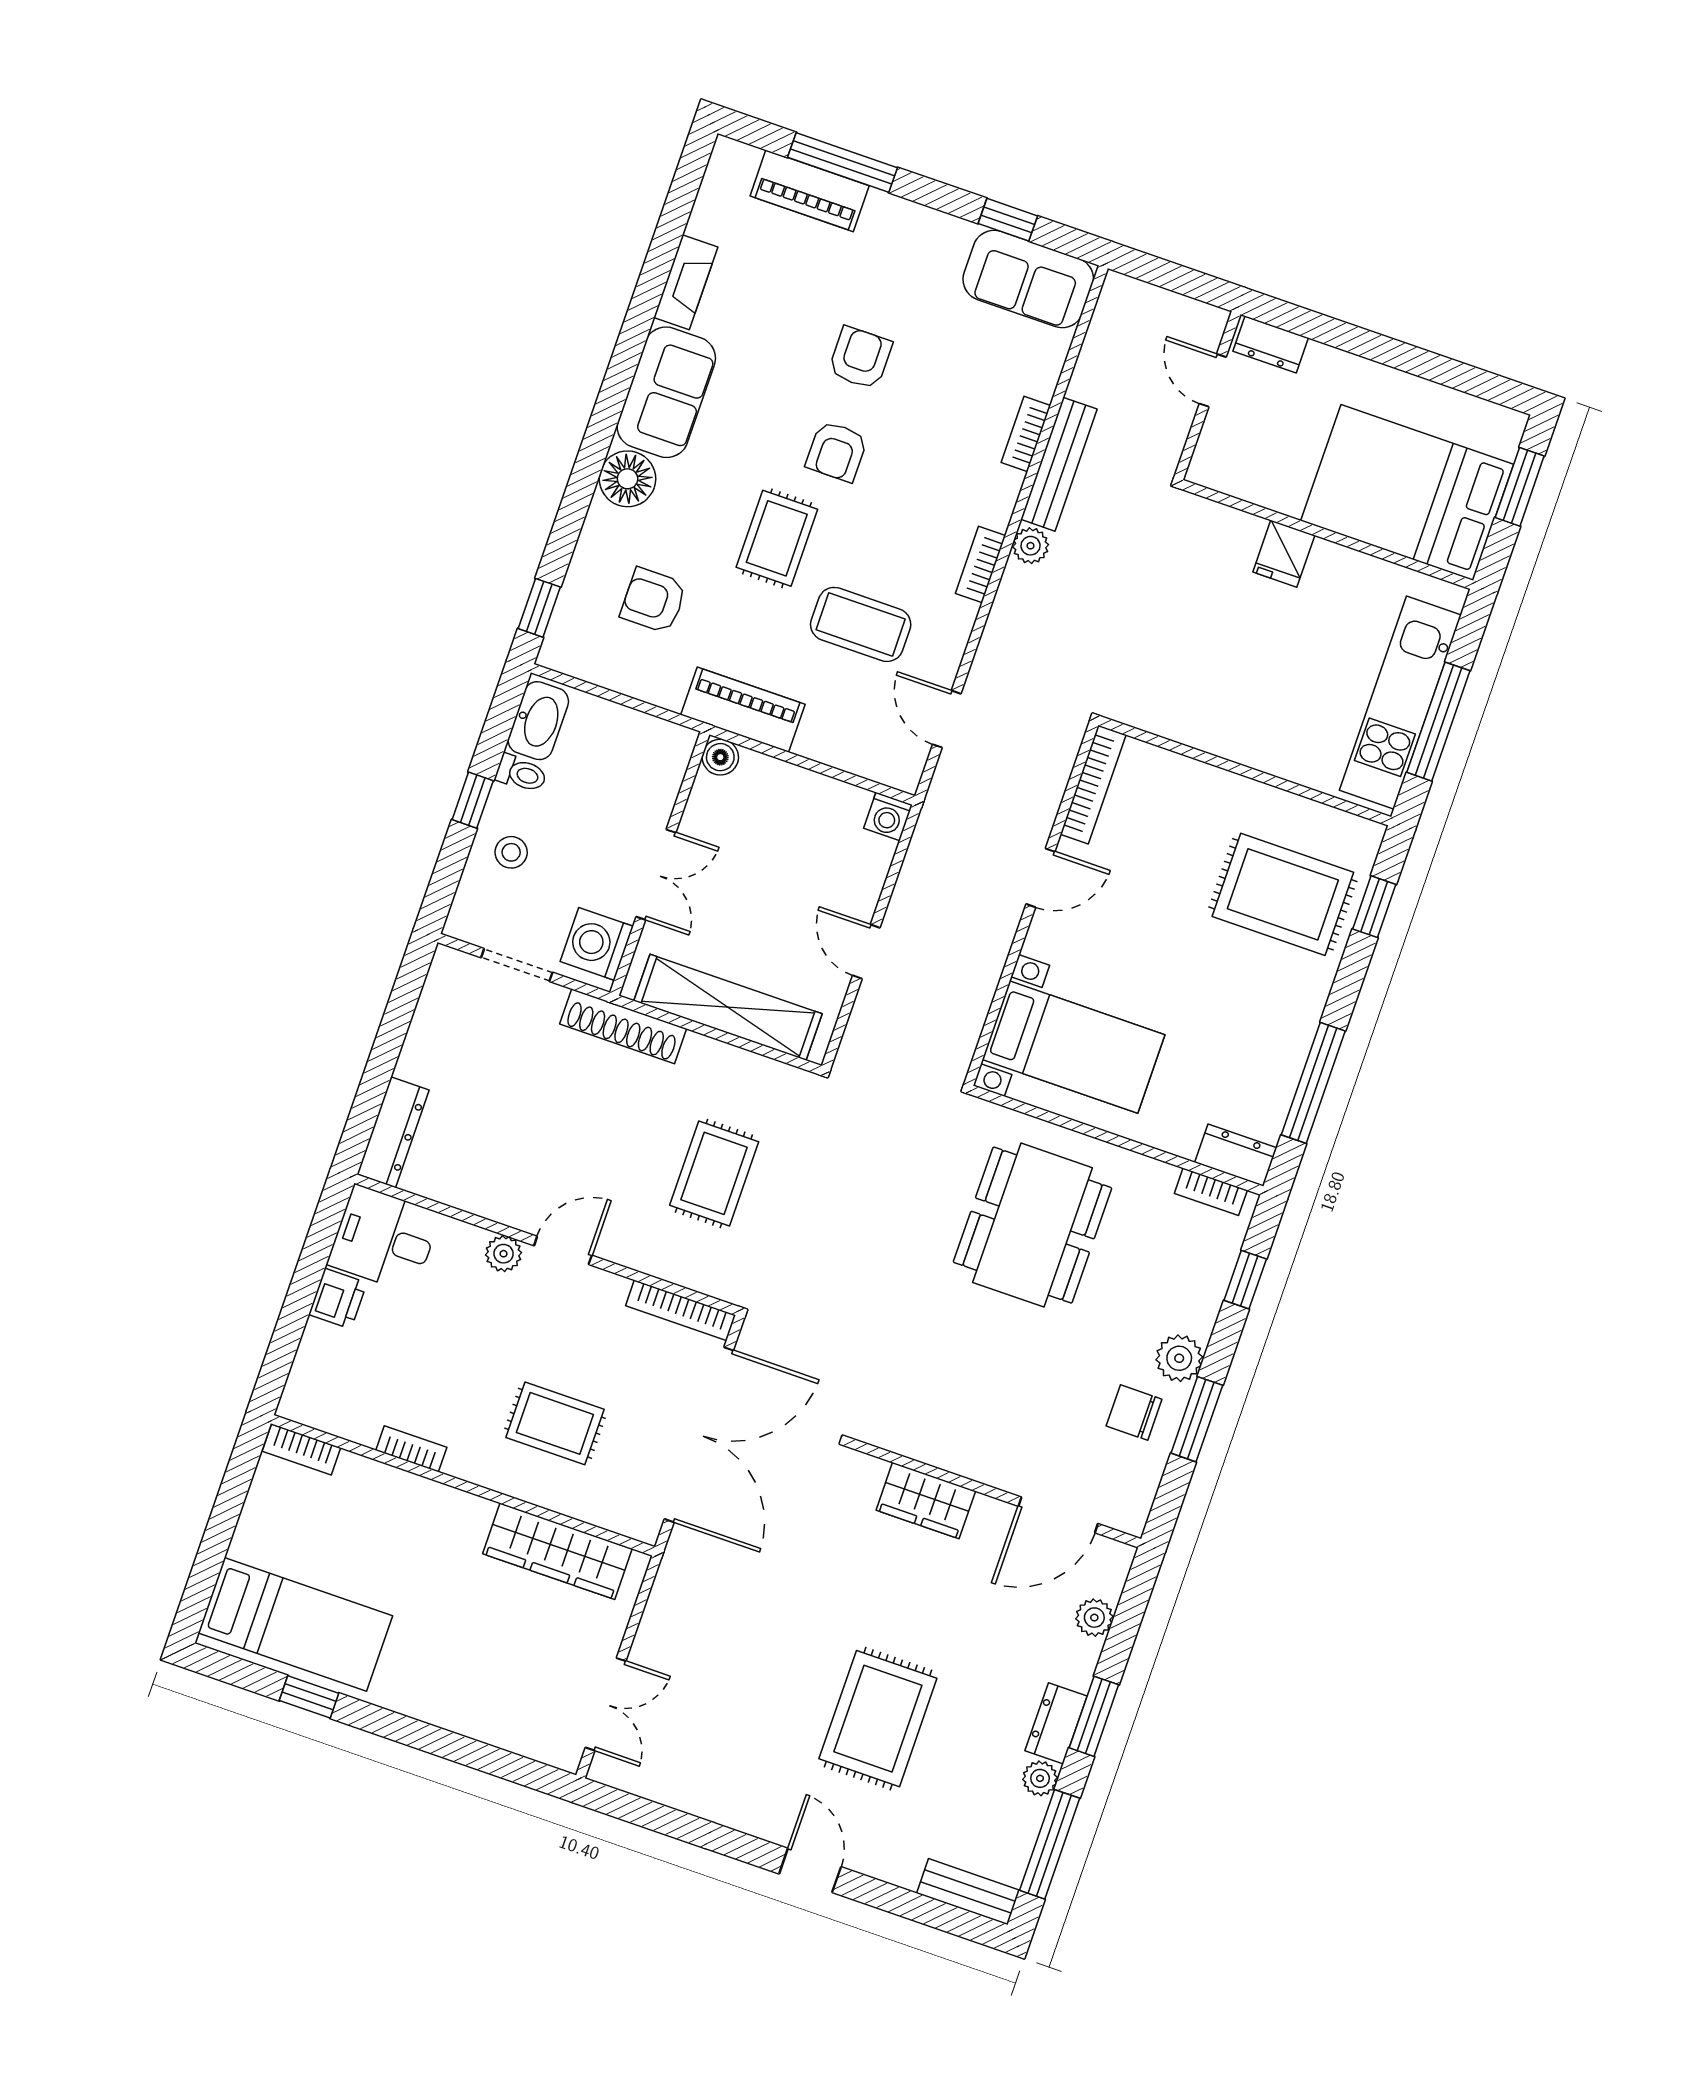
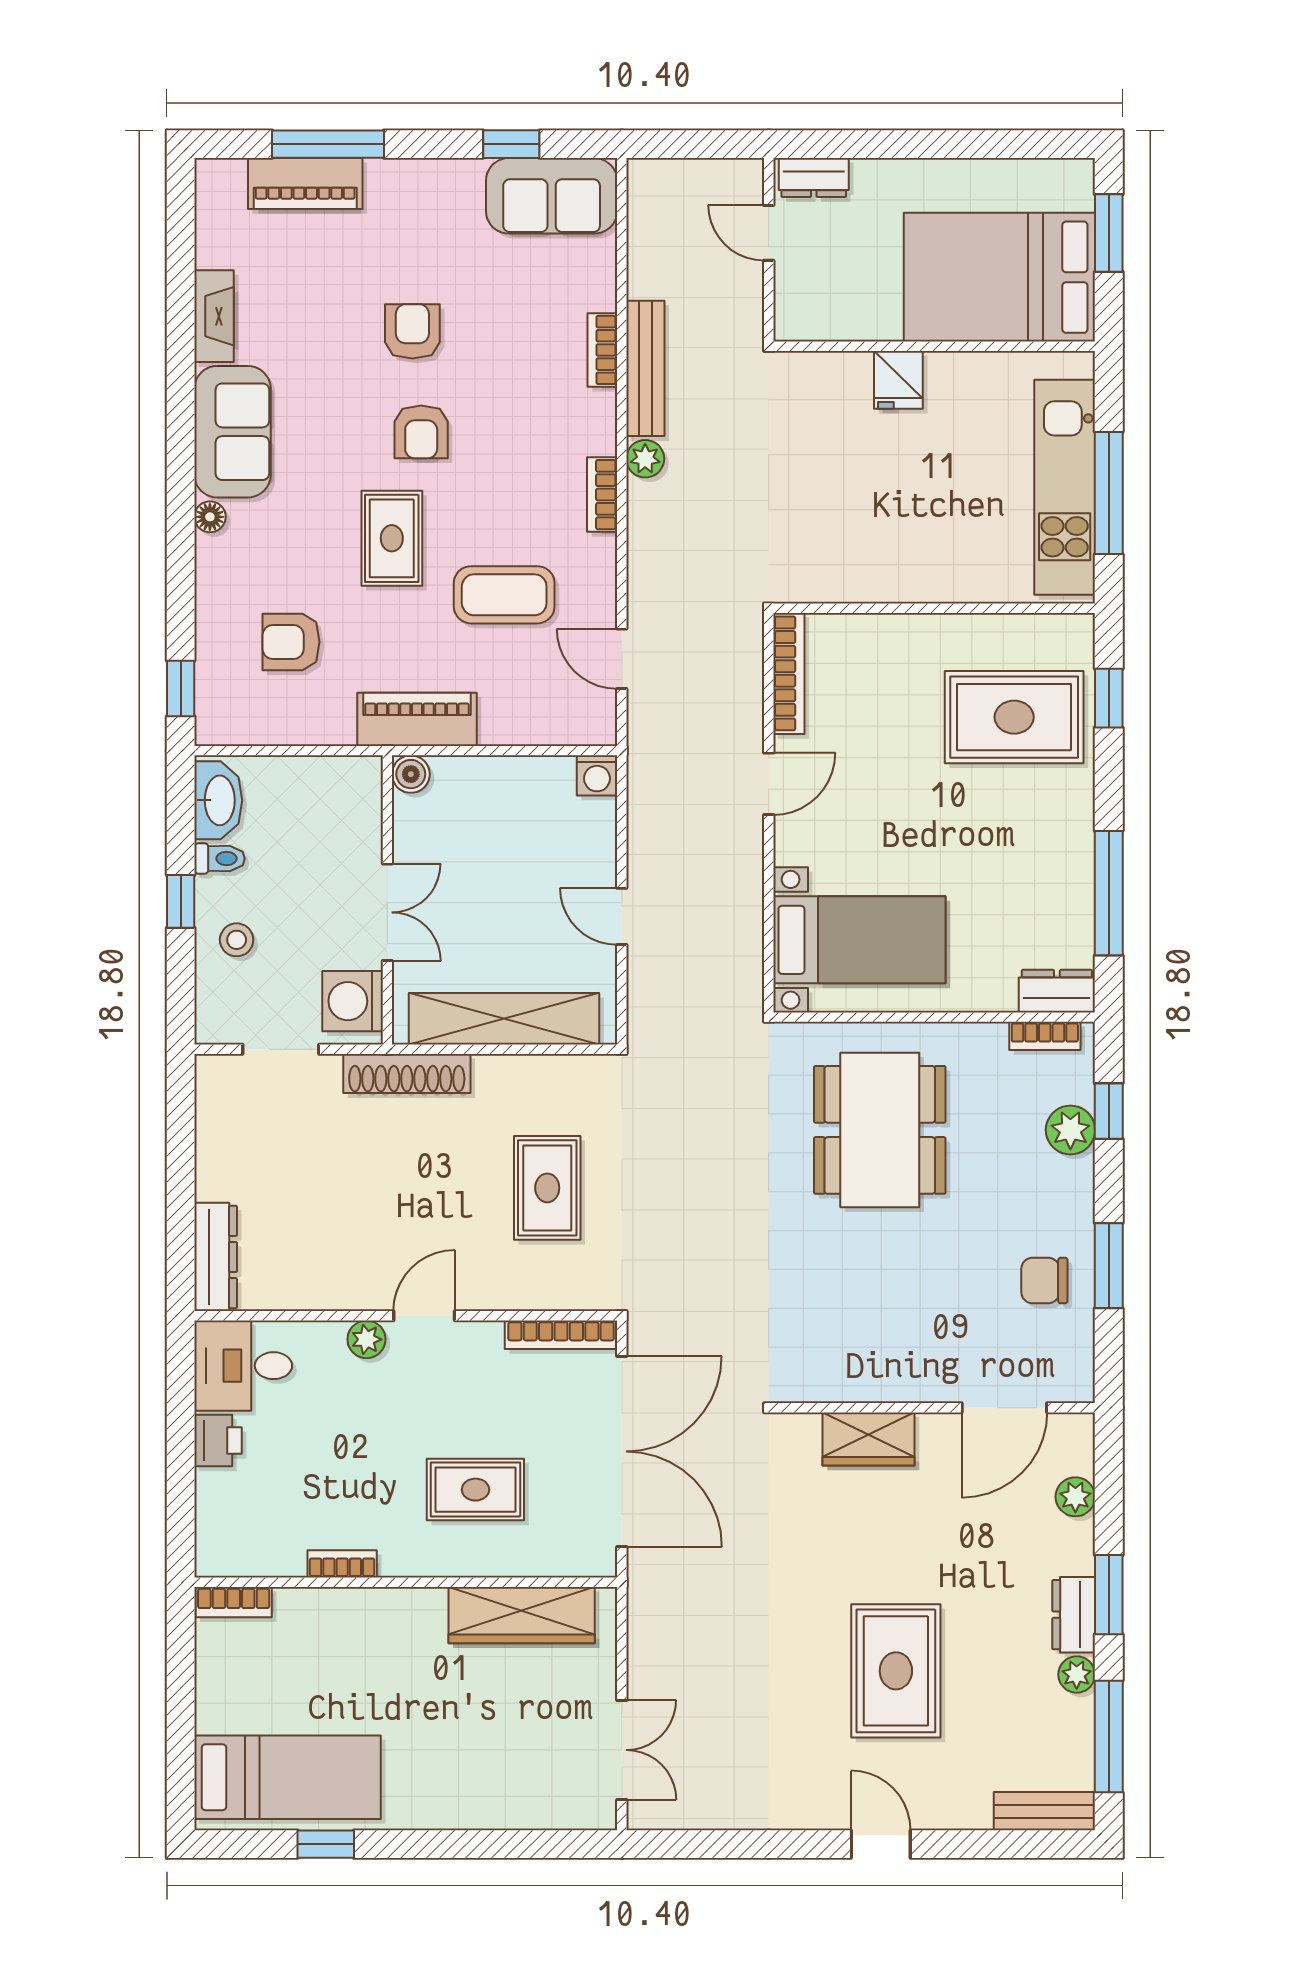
floor lamp: (628, 479) -> (210, 517), width x0.53, depth x0.53
plant: (1179, 1358) -> (1070, 1130), moved

